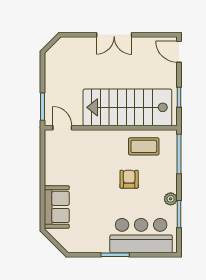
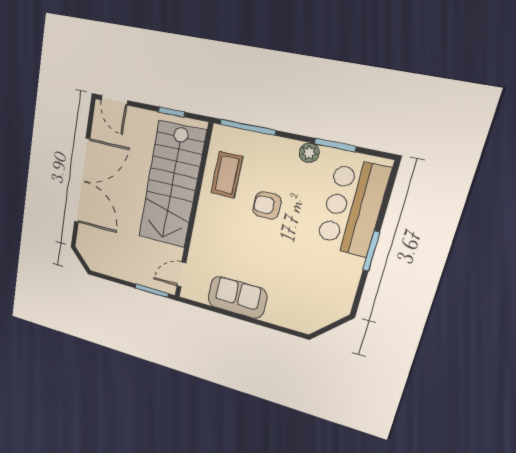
double door: (114, 35) -> (82, 181), width x1.87
door: (179, 52) -> (114, 100), hinge flipped
sofa: (57, 207) -> (237, 297), moved

